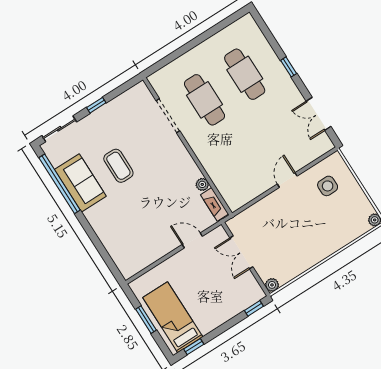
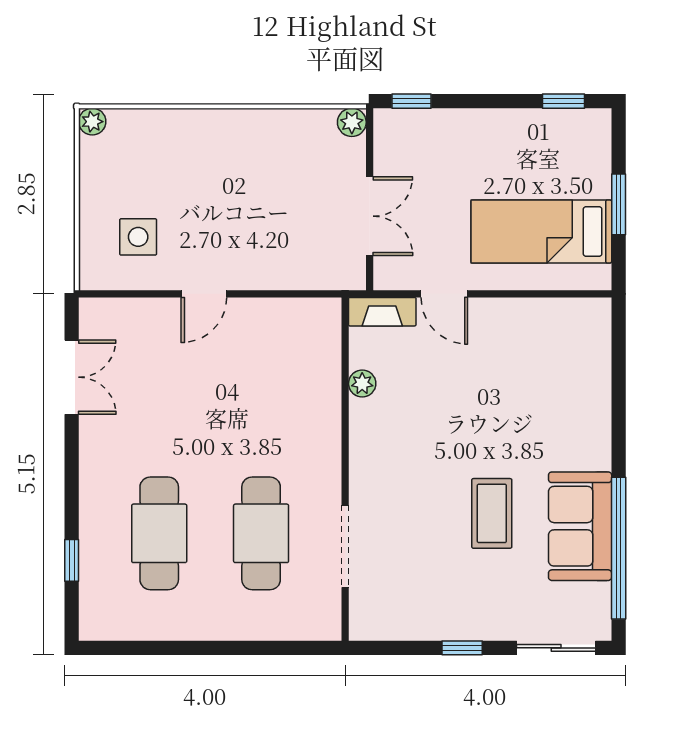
window: (289, 67) -> (72, 560), moved
fireplace: (214, 204) -> (382, 312), moved, turned 90
bed: (173, 317) -> (541, 231), moved, turned 90

